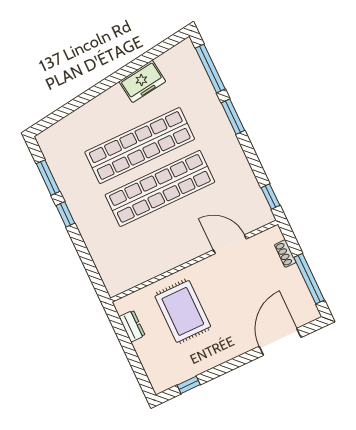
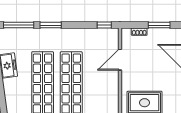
window: (309, 279) -> (159, 25), width x0.69

